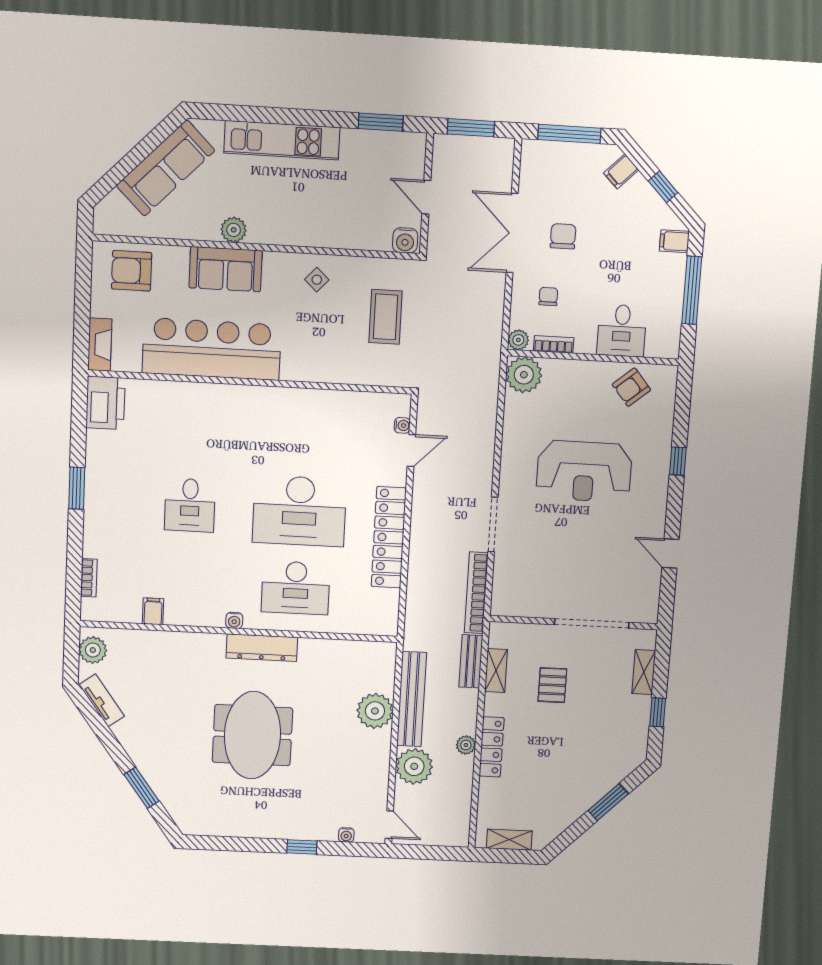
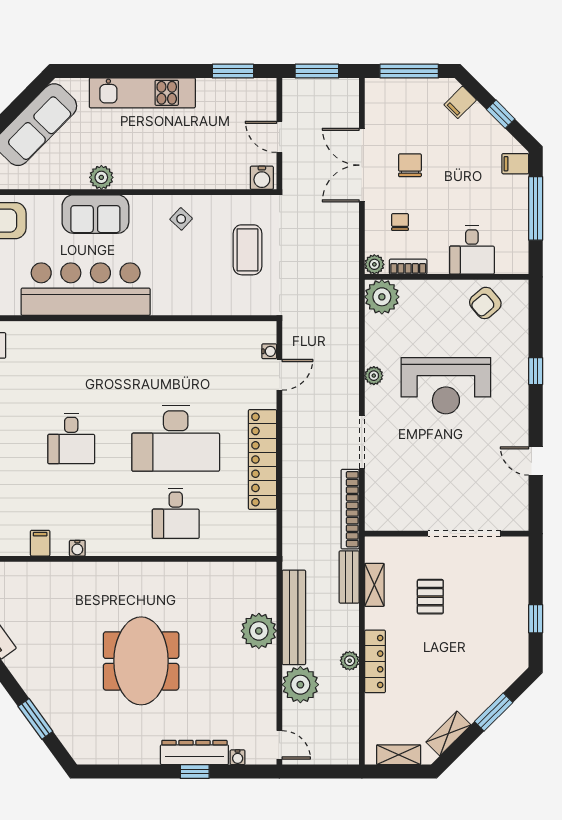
plant: (510, 457) -> (374, 376), added
desk: (296, 588) -> (176, 513), width x0.73
water cooler: (234, 620) -> (77, 548), moved
dresser: (262, 648) -> (194, 753), moved, turned 180
shelving: (644, 672) -> (448, 733), moved, turned 45

